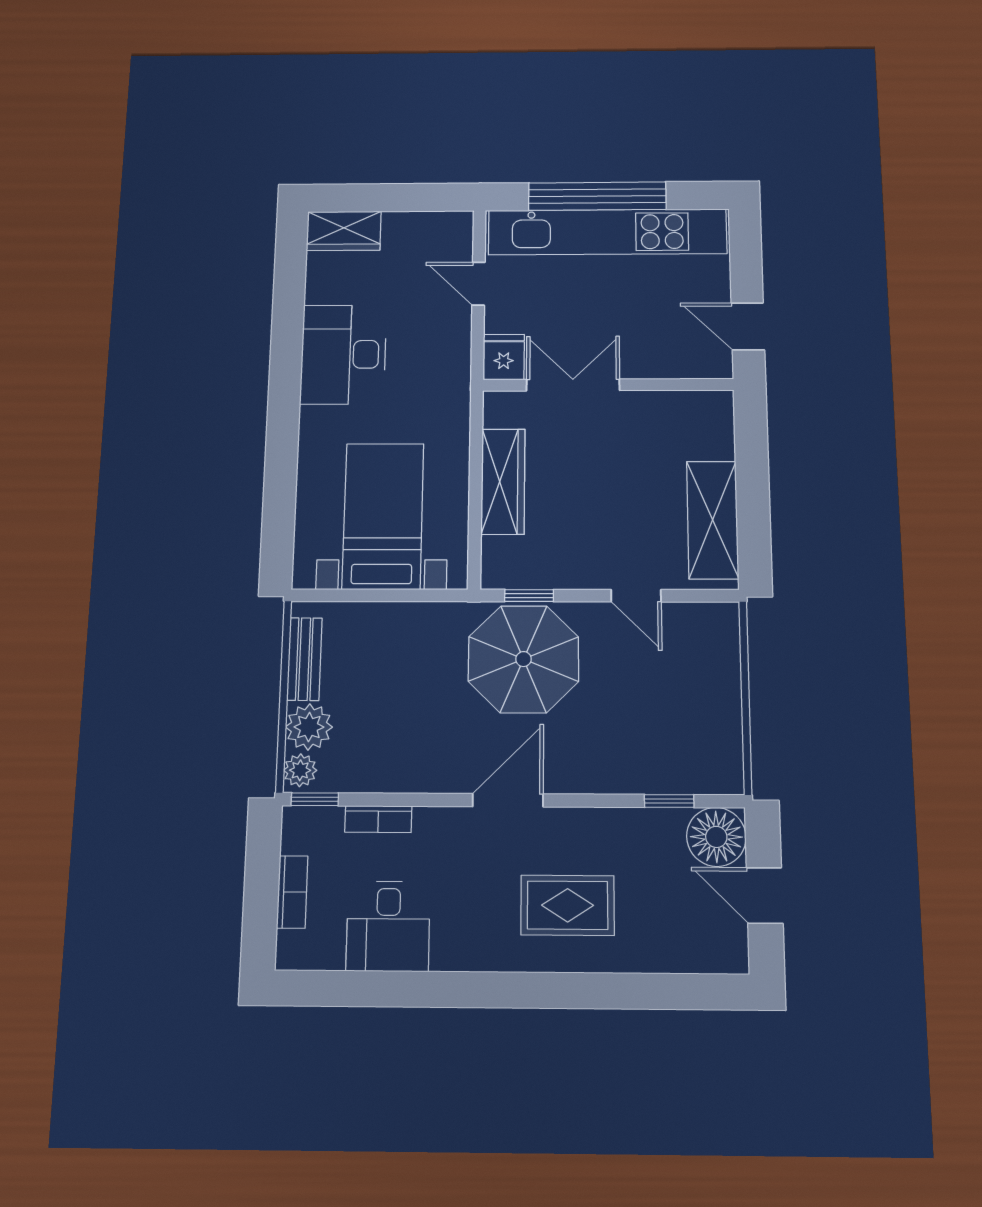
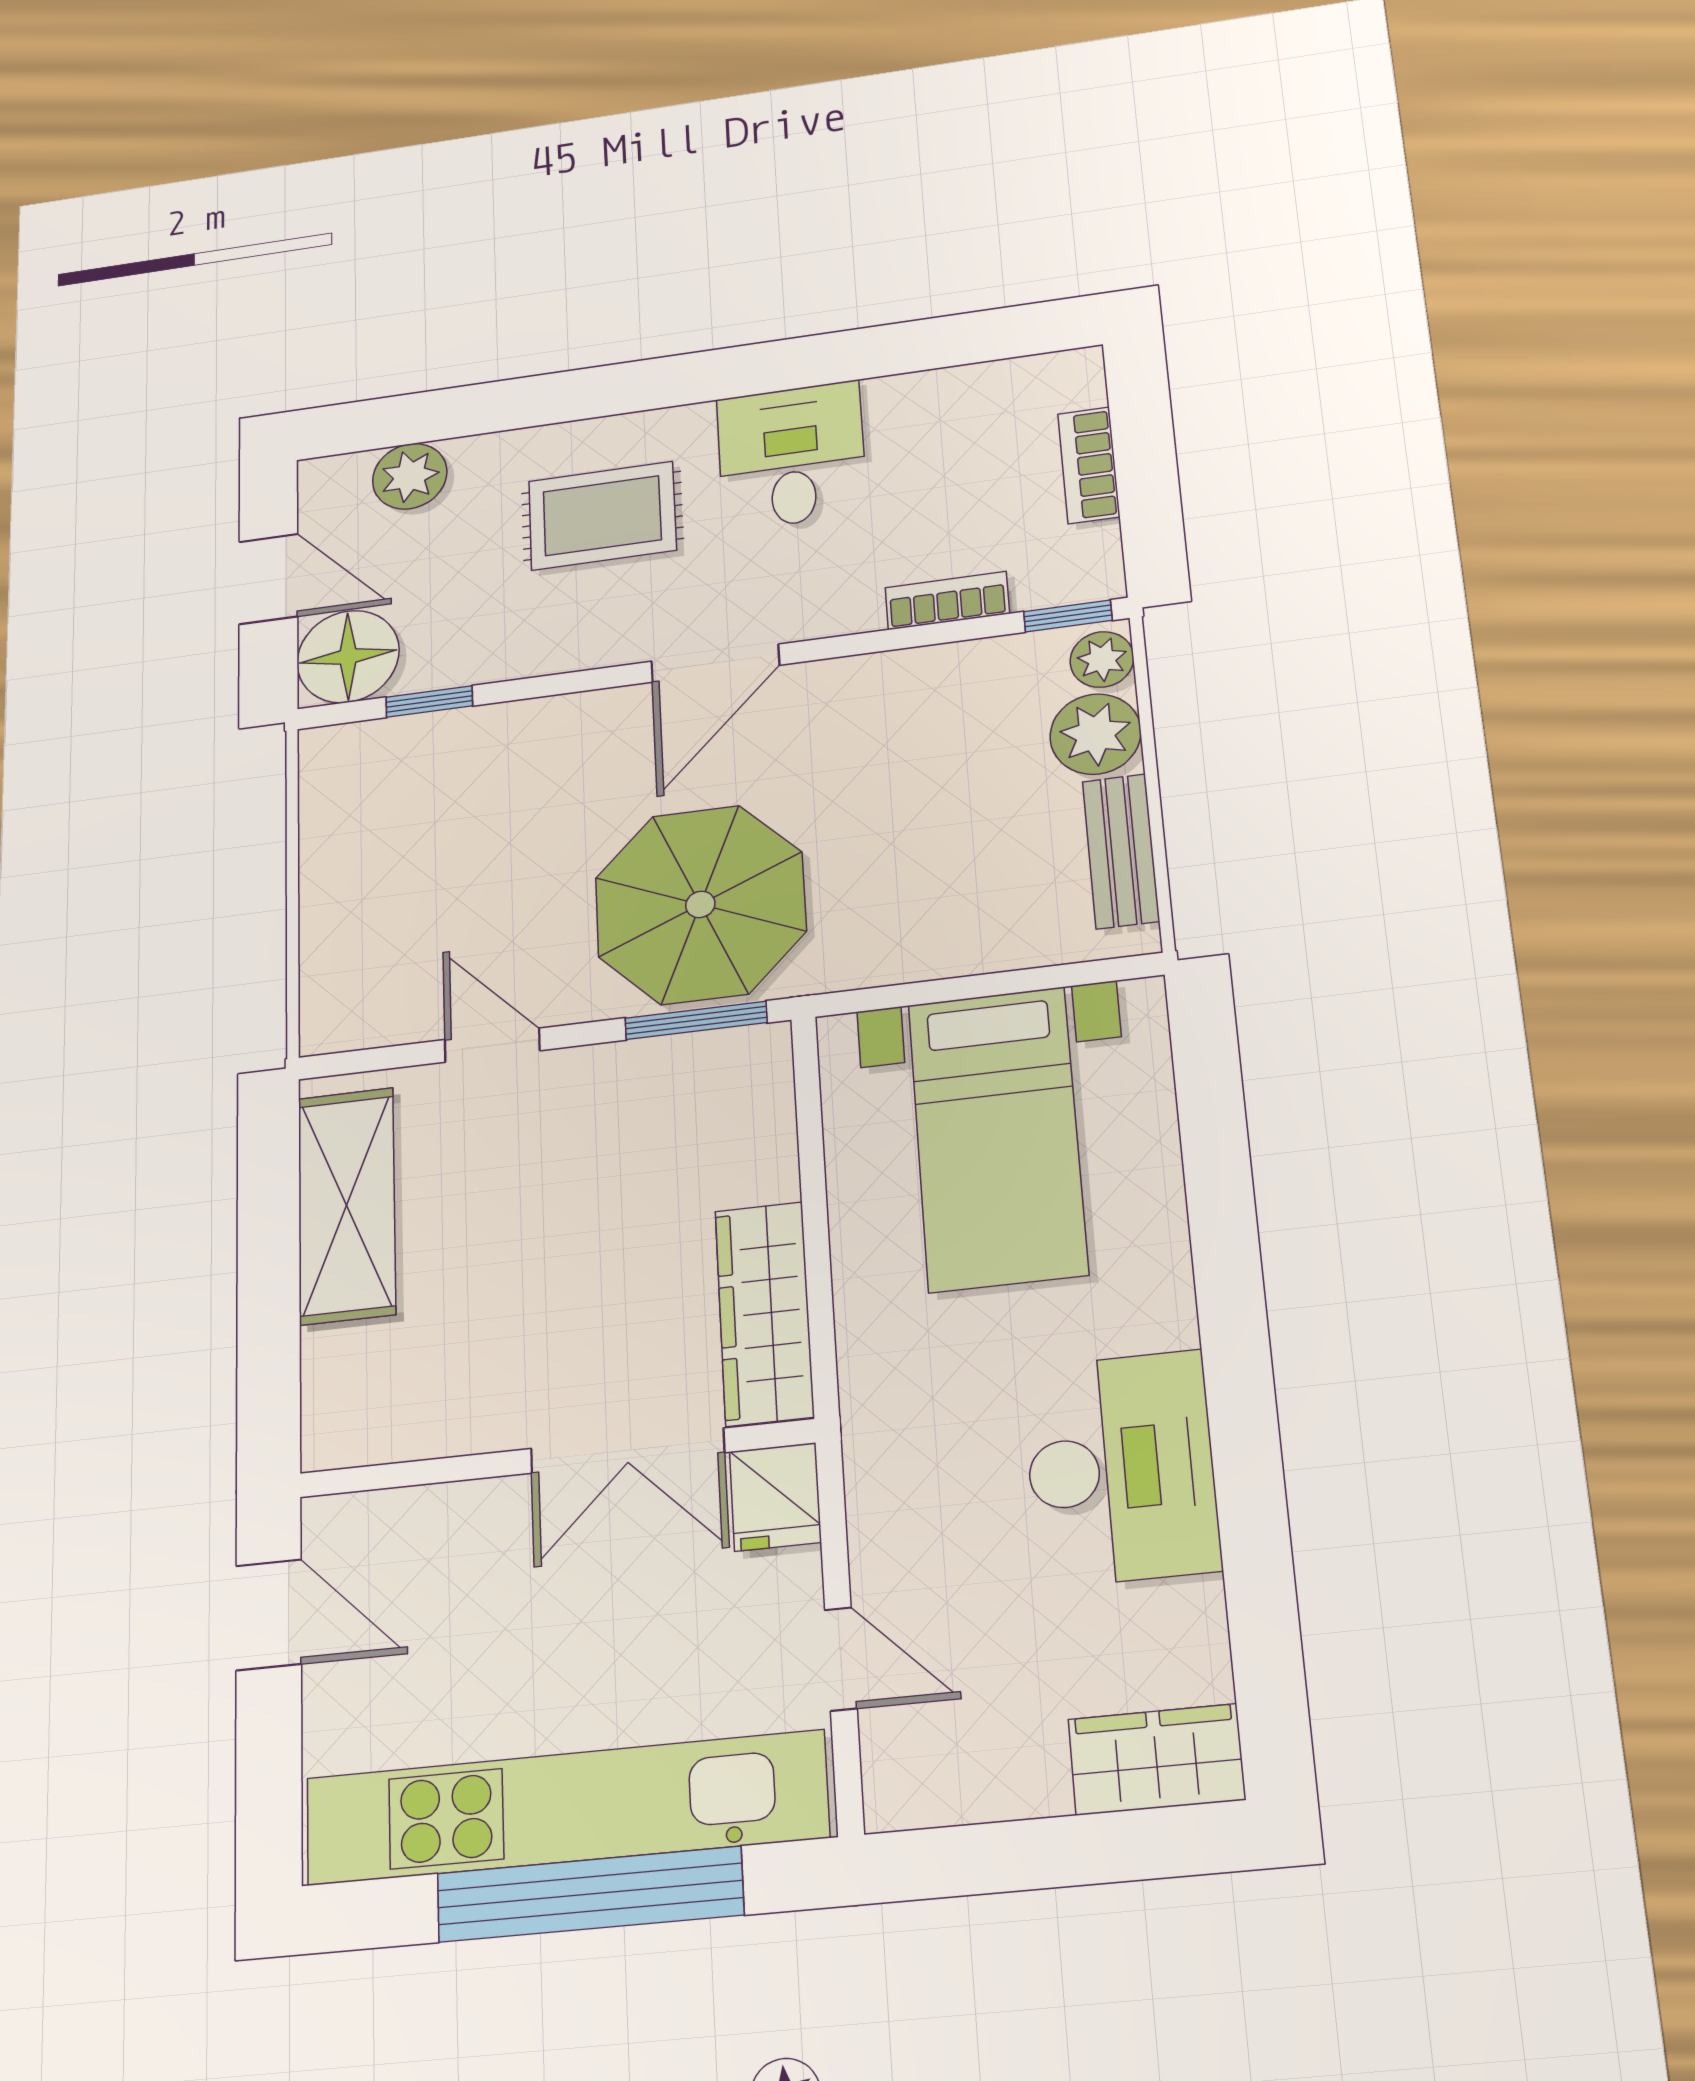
wardrobe: (503, 481) -> (764, 1313), moved
window: (529, 596) -> (696, 1020), width x1.50
desk: (388, 926) -> (791, 456), moved
plant: (681, 951) -> (410, 476), added

